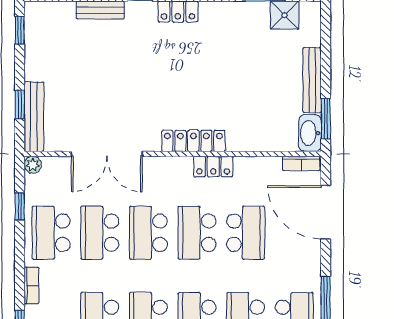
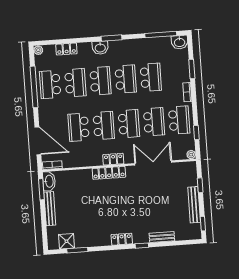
bench: (34, 117) -> (194, 205), moved
locker: (213, 167) -> (113, 159), moved

